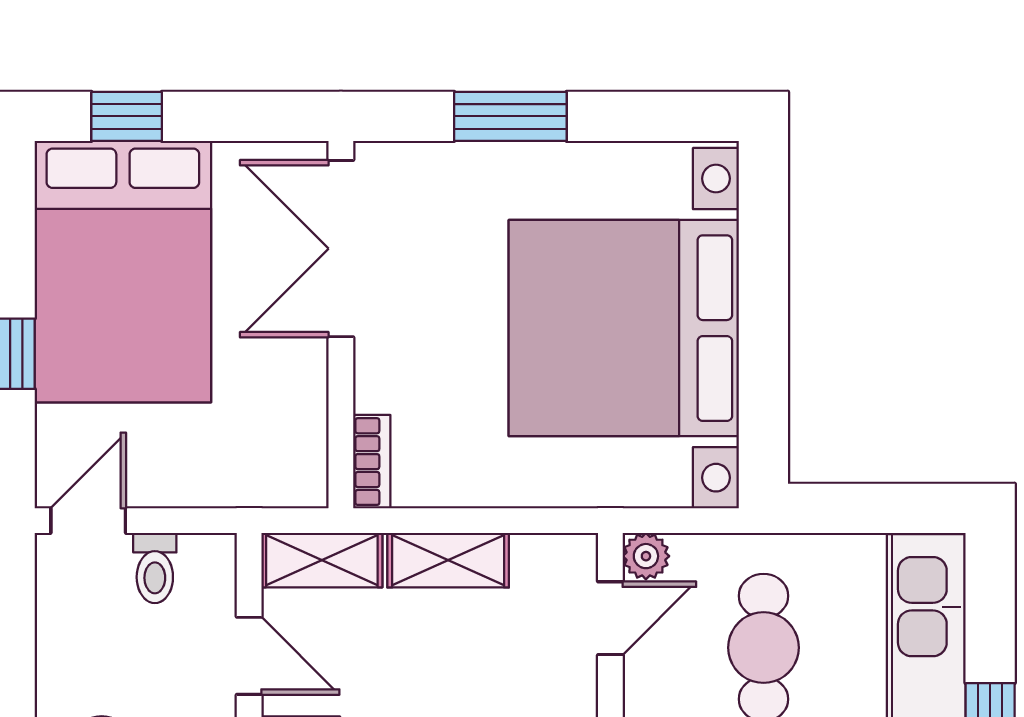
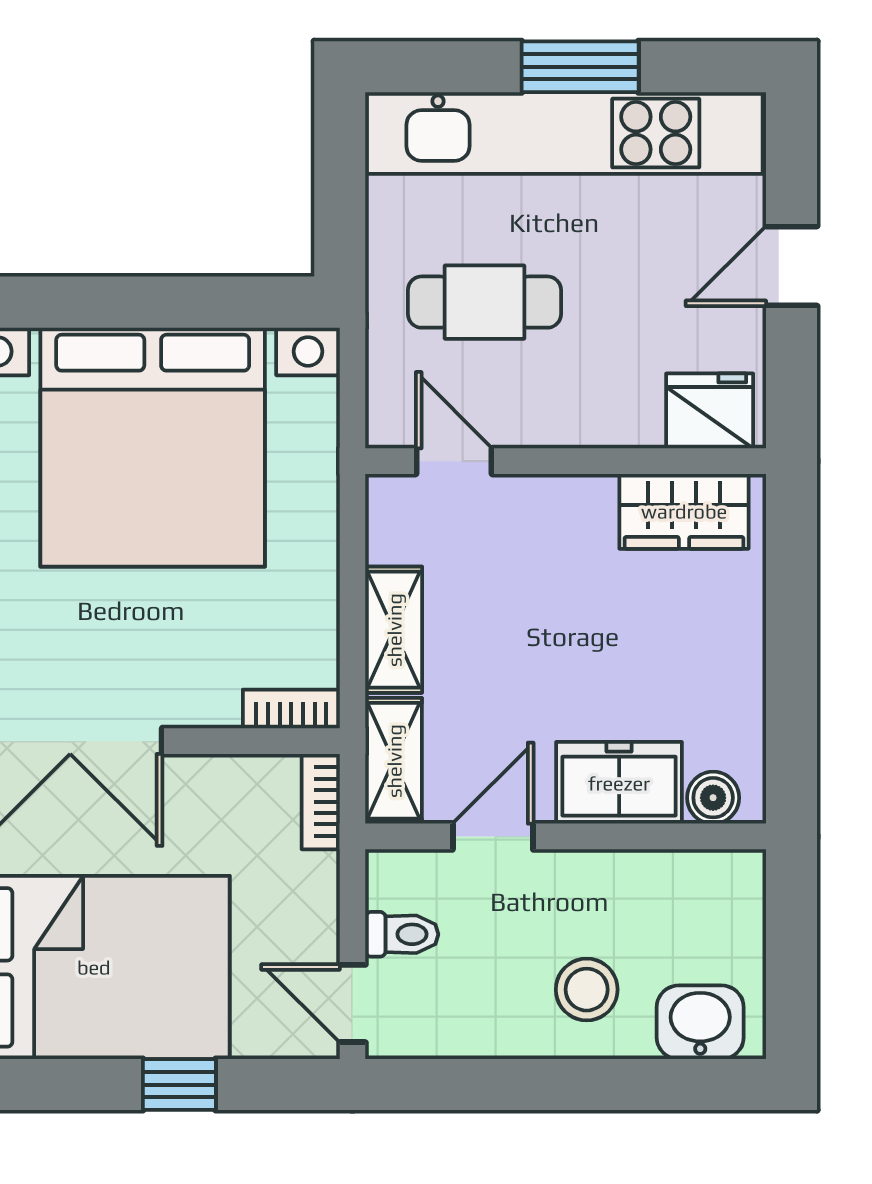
bookcase: (283, 490) -> (321, 802), added
plant: (646, 556) -> (389, 424), removed

